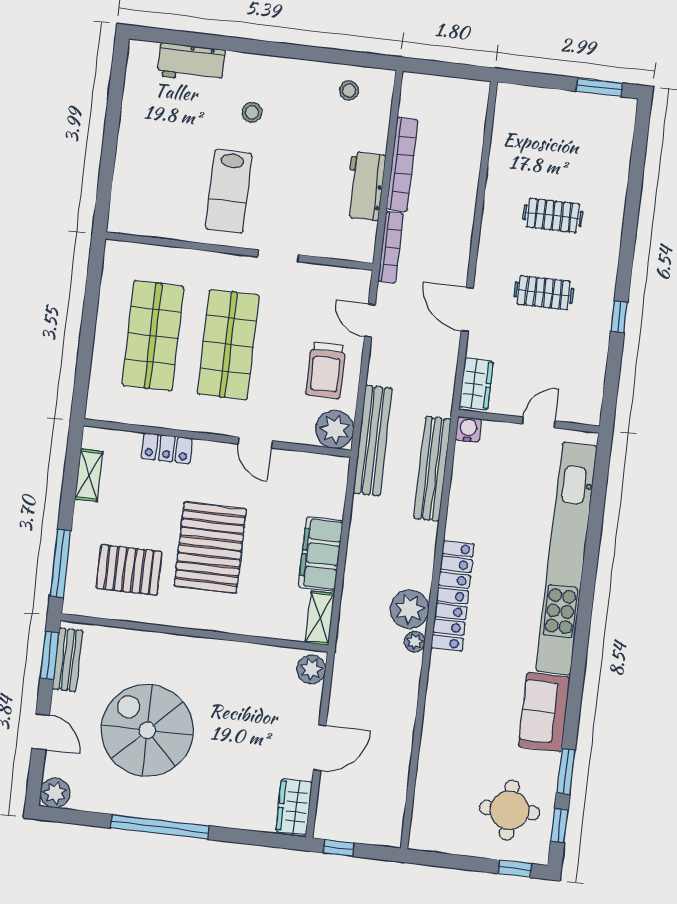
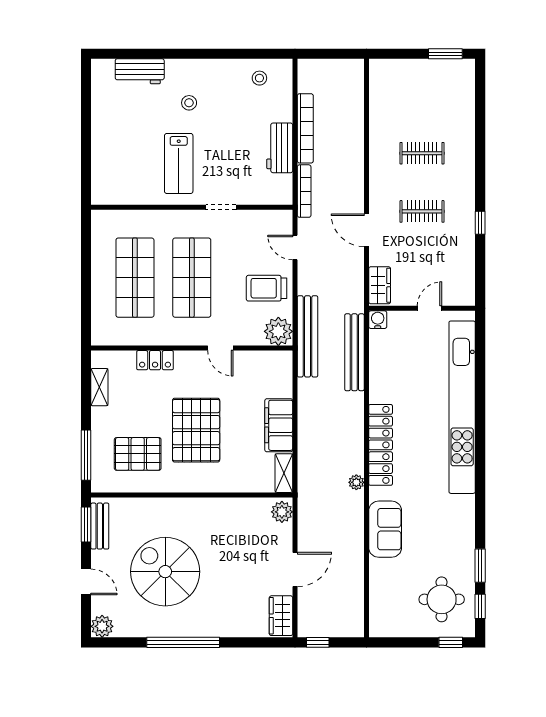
trolley: (326, 370) -> (267, 288), turned 90
plant: (409, 609) -> (350, 459), removed
sofa: (544, 712) -> (385, 529), moved, turned 180

